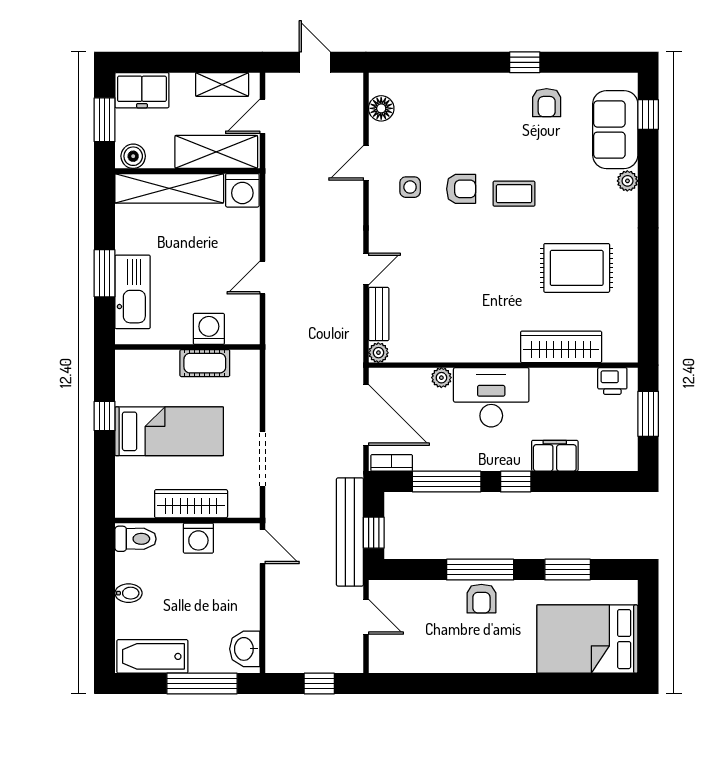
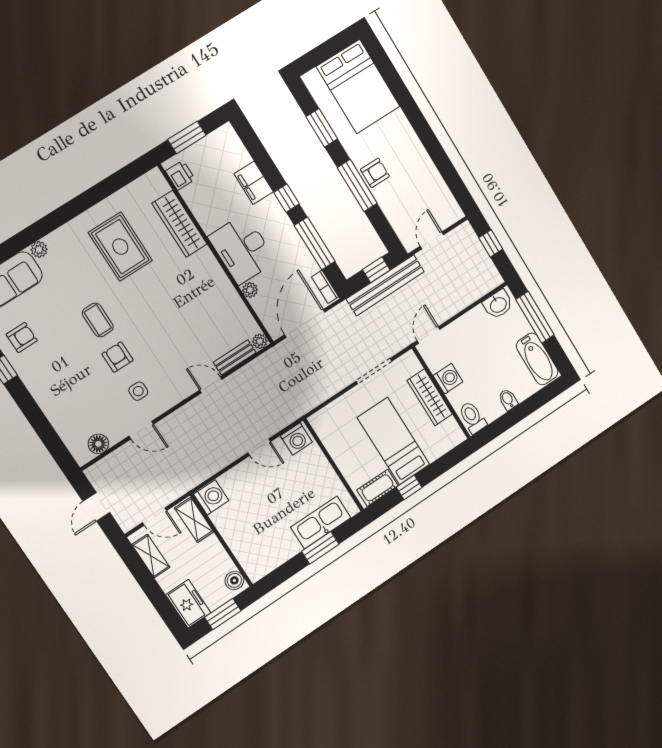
shelving: (216, 152) -> (194, 520), width x0.67, depth x0.75
shelving: (169, 188) -> (240, 544), removed
washing machine: (209, 329) -> (296, 439), moved, turned -90
cot: (205, 363) -> (378, 488), moved, turned 90

